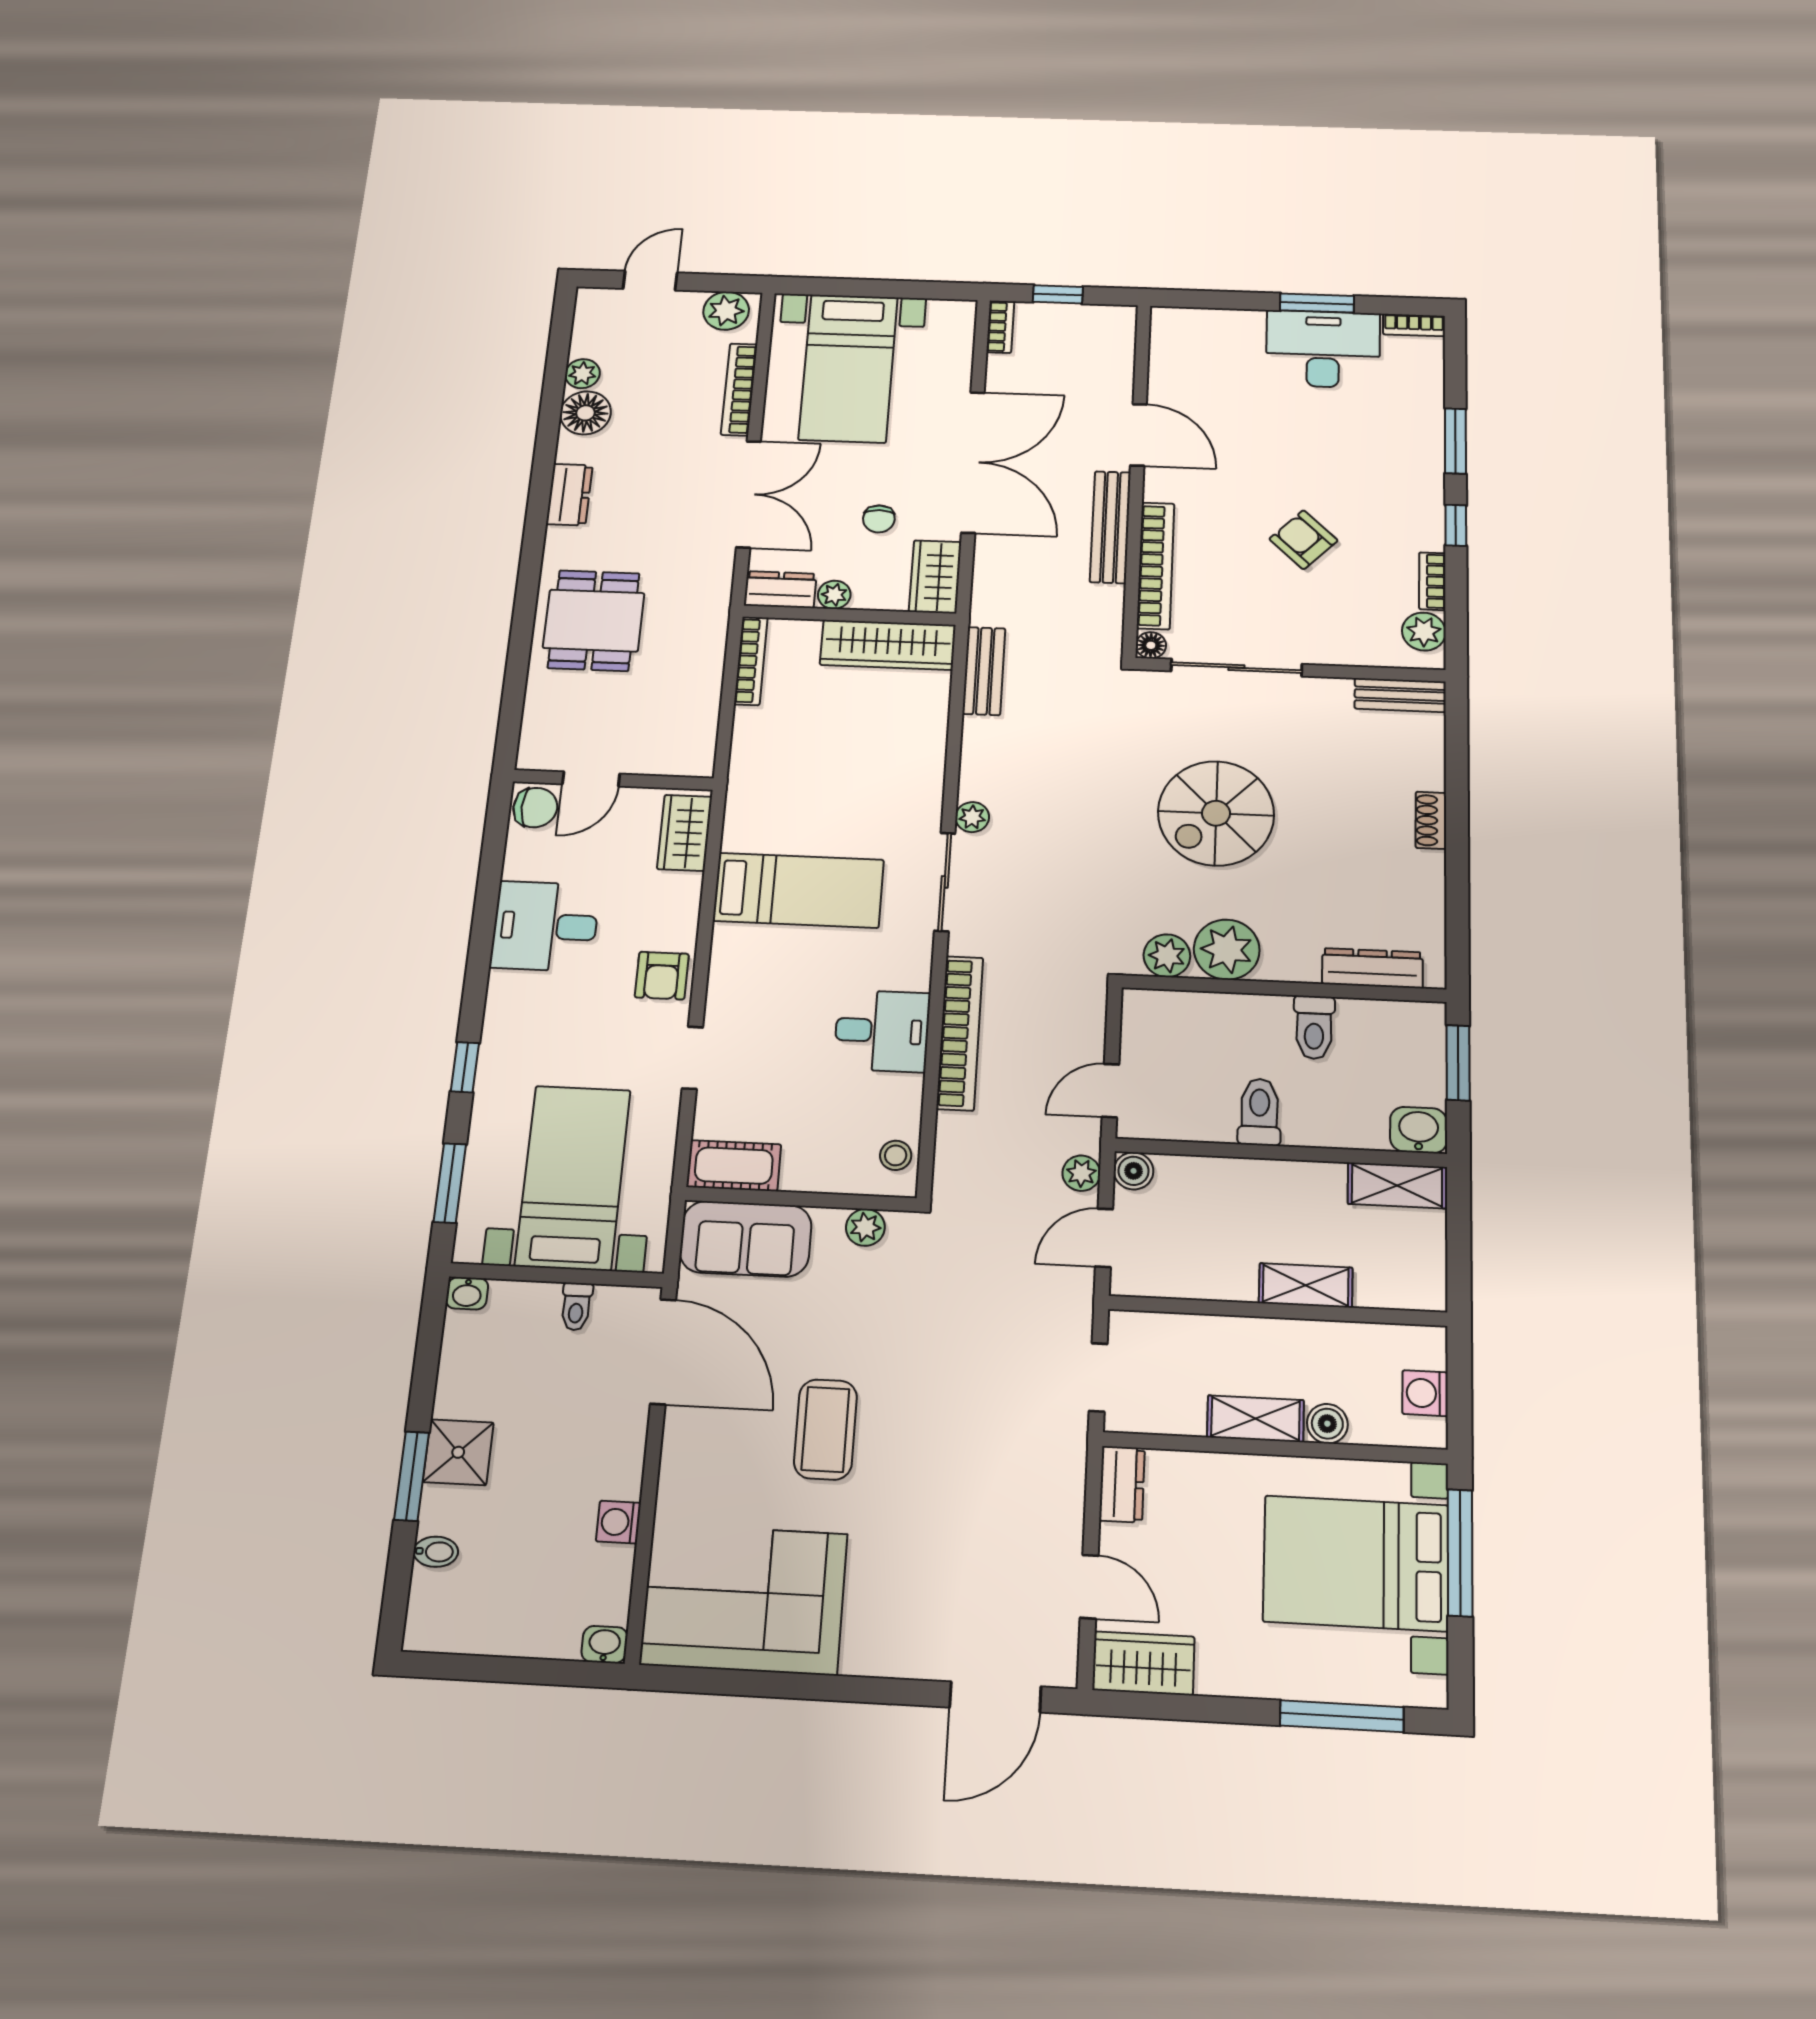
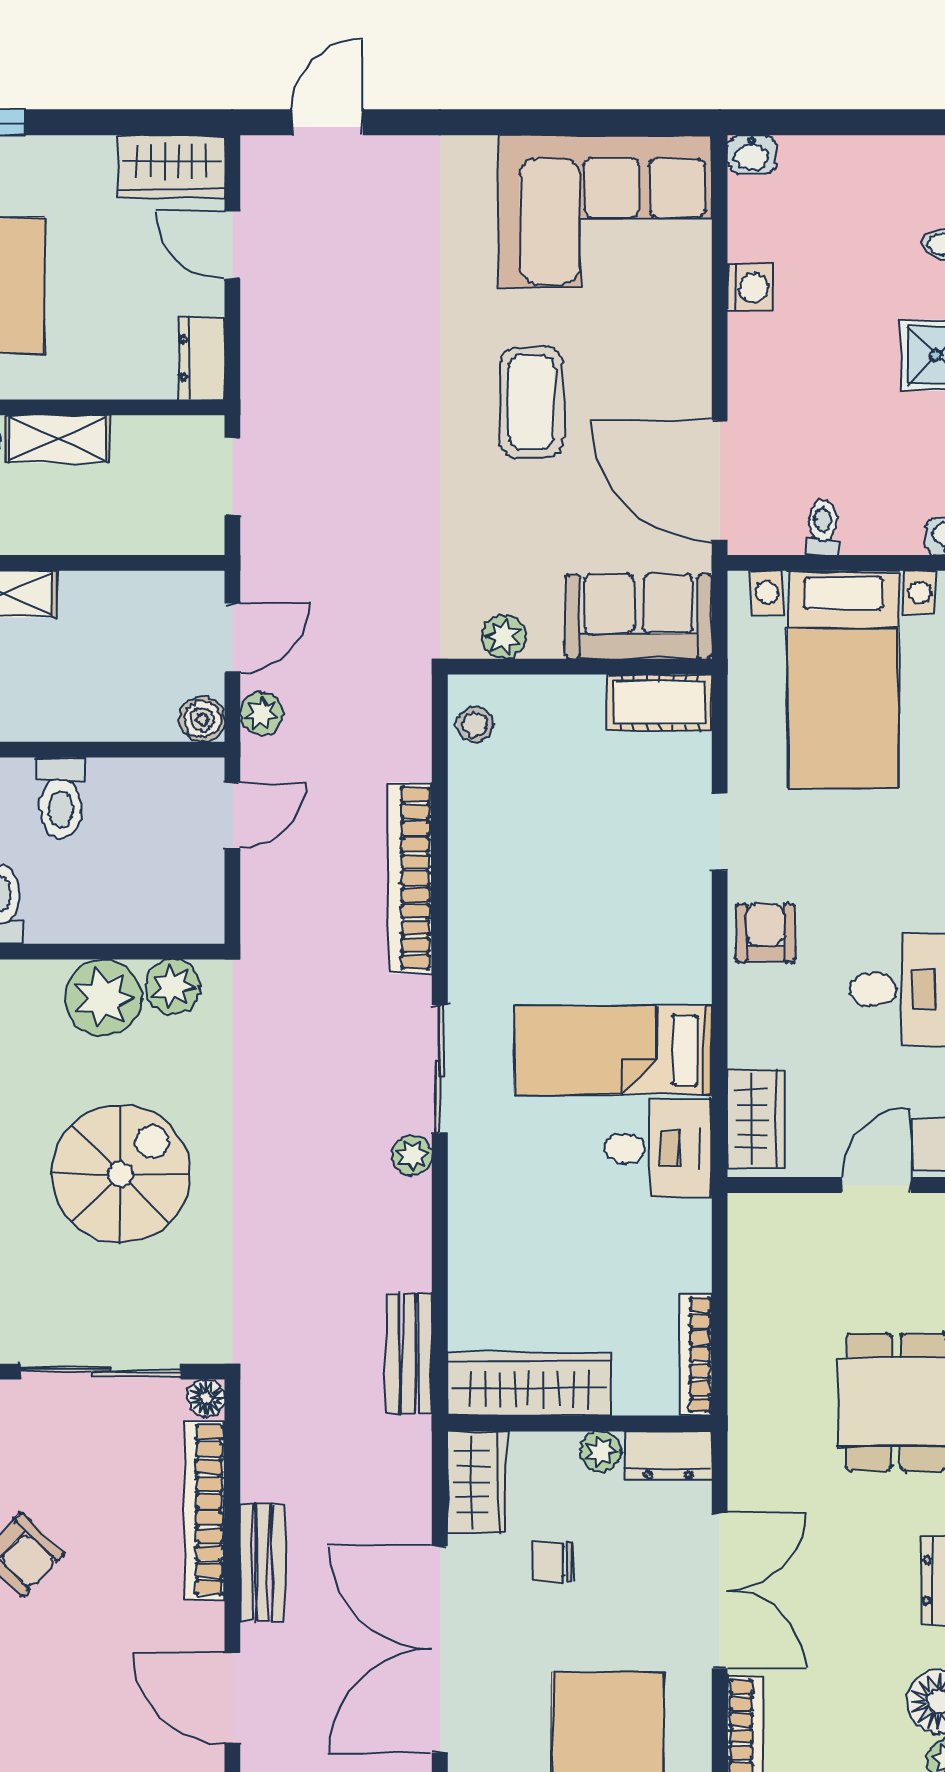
double door: (748, 494) -> (720, 1591), swing flipped
chair: (879, 519) -> (553, 1562), turned -90
bench: (1110, 527) -> (263, 1563), width x0.73
desk: (882, 1031) -> (658, 1148), moved, turned 180
door: (995, 1697) -> (327, 122), width x0.73

